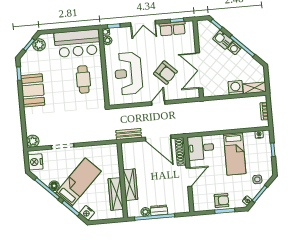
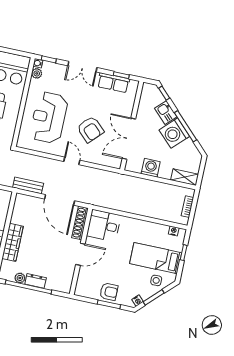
washing machine: (234, 48) -> (174, 133), width x1.89, depth x1.89
washing machine: (235, 88) -> (151, 168), moved
door: (158, 103) -> (72, 161), hinge flipped
bed: (235, 154) -> (156, 258), moved, turned 90

